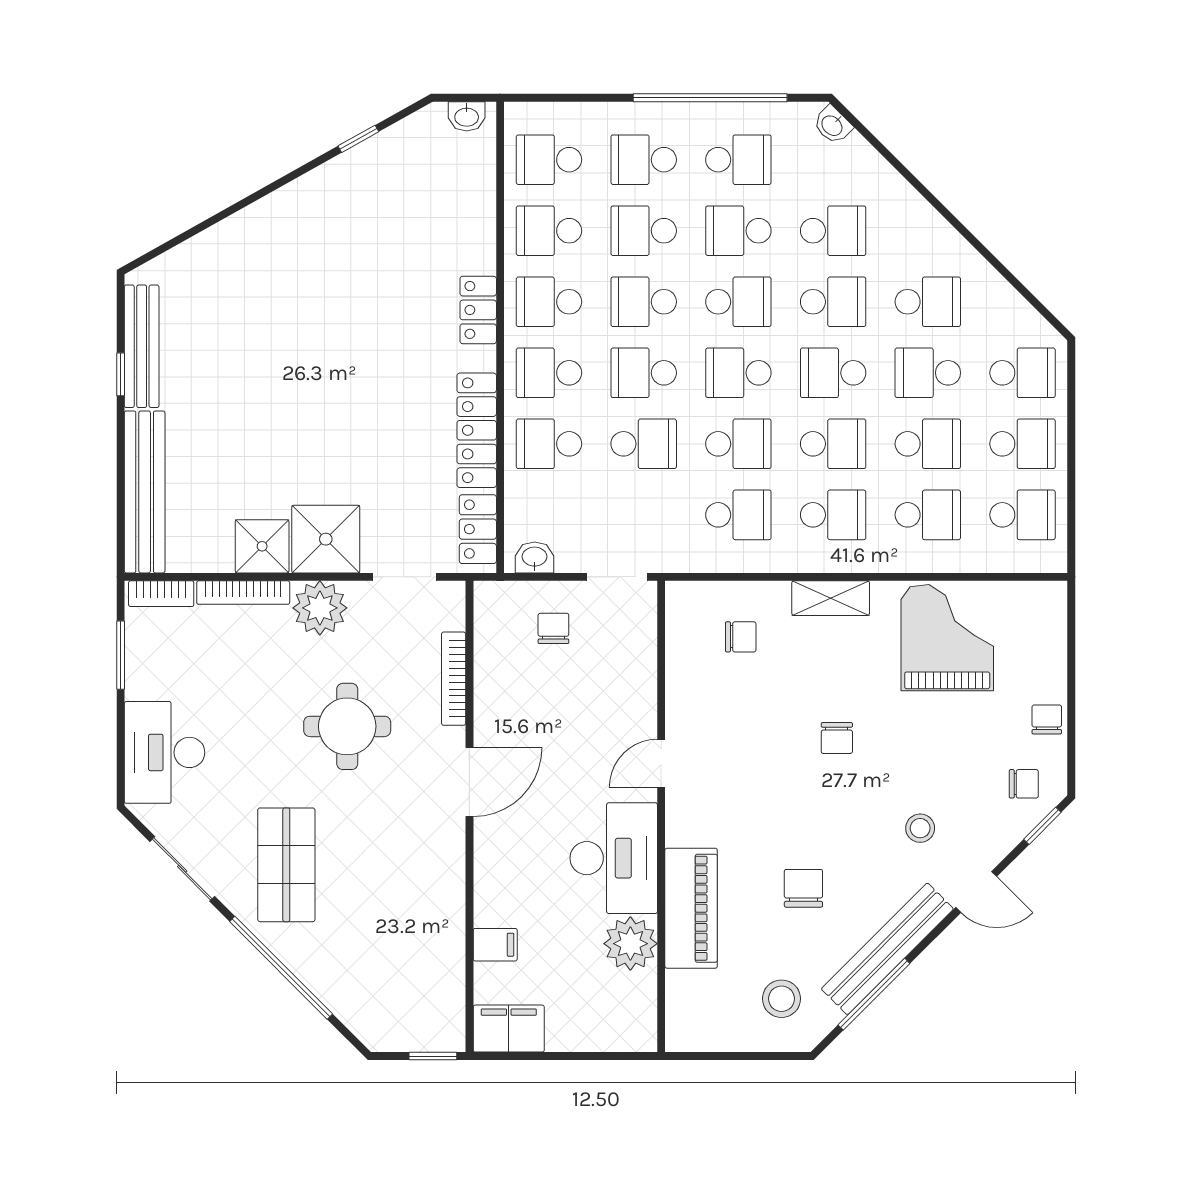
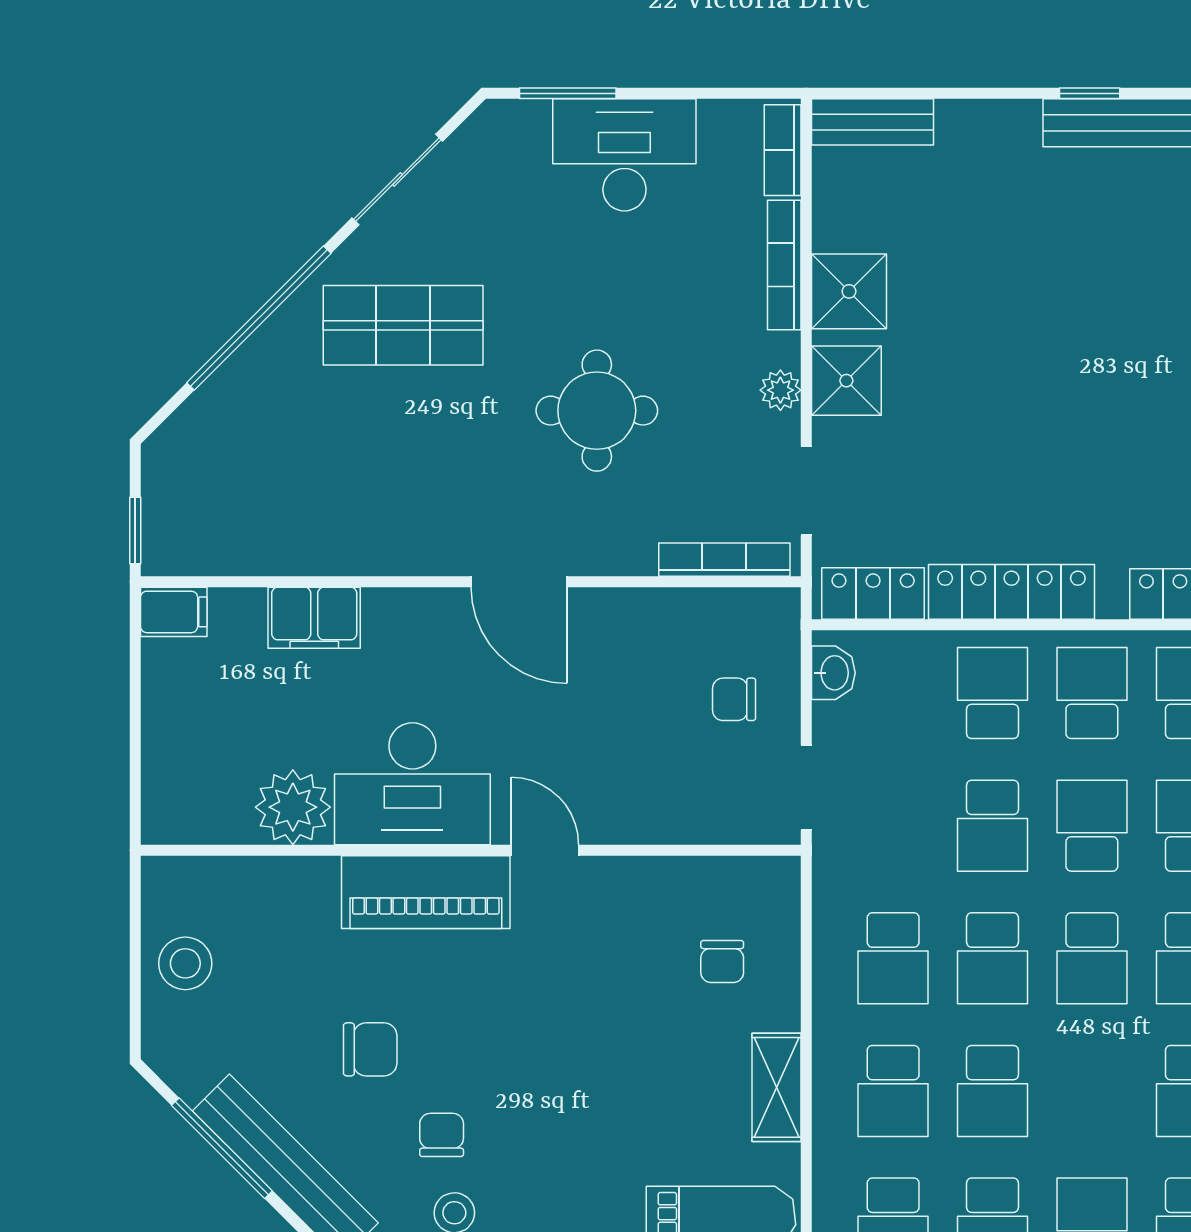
school desk: (738, 373) -> (1092, 958), turned 180
school desk: (833, 373) -> (1092, 1091), removed
bench: (145, 492) -> (873, 122), width x0.54, depth x0.82
shower: (326, 539) -> (846, 381), width x0.73, depth x0.73
plant: (320, 608) -> (780, 390), width x0.53, depth x0.53
chair: (553, 628) -> (734, 699), turned 180
window: (121, 655) -> (568, 93), moved
bookcase: (454, 679) -> (724, 560), moved
chair: (837, 738) -> (442, 1135), moved, turned 90
desk: (165, 752) -> (624, 155), moved
piano: (691, 908) -> (426, 892), moved
filing cabinet: (495, 945) -> (314, 618), width x2.00
stool: (781, 999) -> (185, 963), moved
filing cabinet: (509, 1029) -> (174, 612), width x0.50

